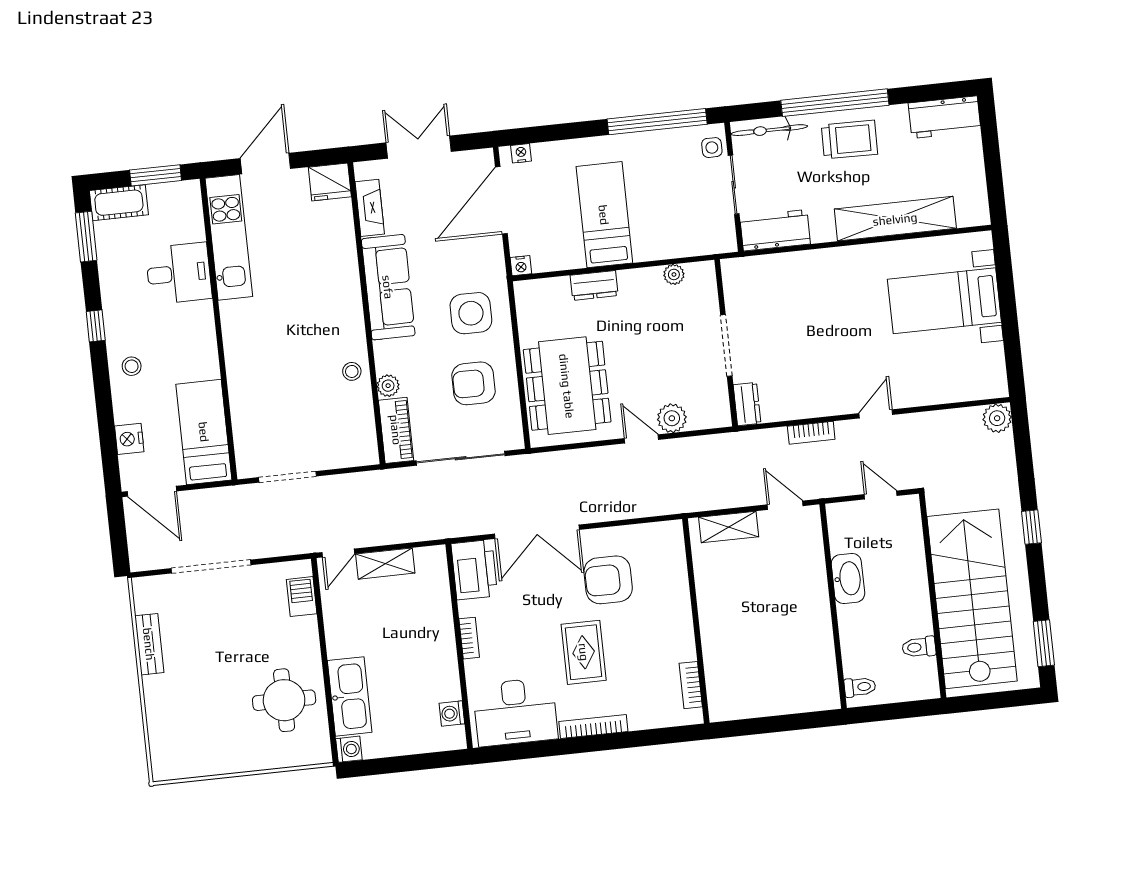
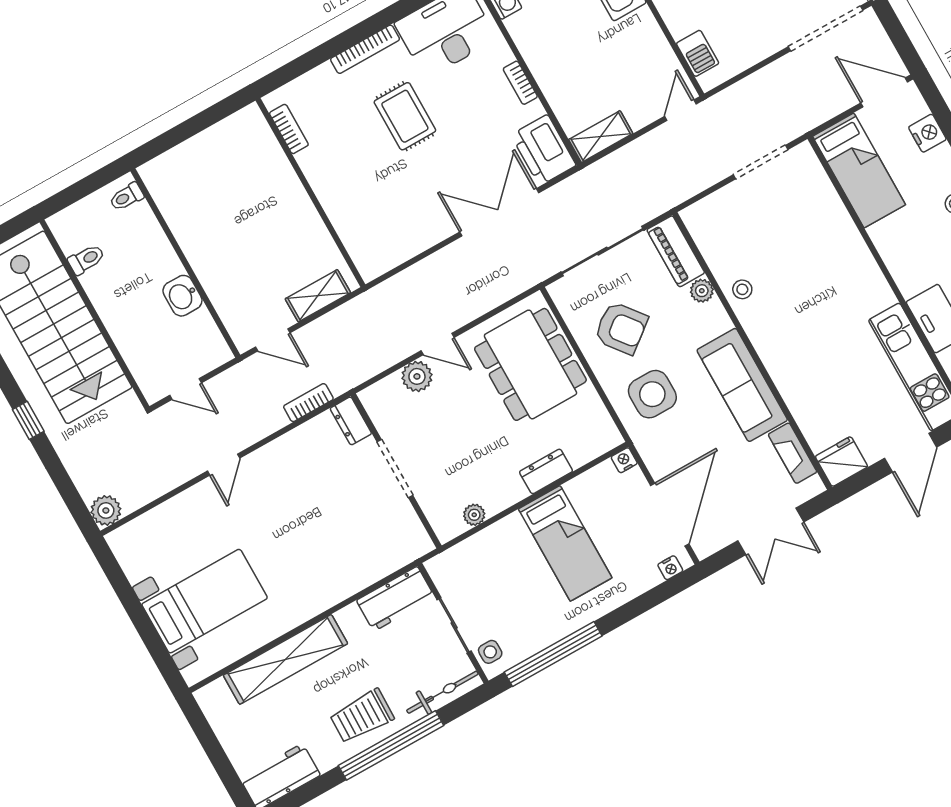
armchair: (473, 383) -> (621, 328), turned 52
bookcase: (811, 433) -> (308, 403), moved
shelving: (385, 564) -> (601, 137), moved
doorway: (211, 567) -> (825, 28), moved
washbasin: (848, 578) -> (182, 296), width x0.72
armchair: (608, 580) -> (411, 196), removed

